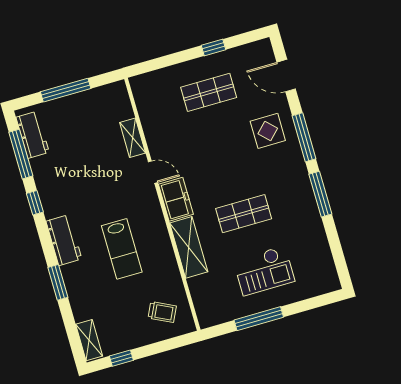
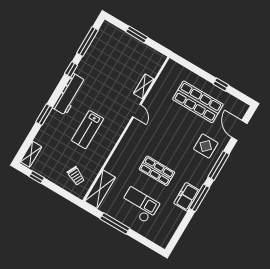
window: (66, 90) -> (137, 34), width x0.69
shop shelf: (209, 92) -> (198, 102), width x1.43, depth x1.36
workbench: (33, 135) -> (102, 39), removed
freezer: (176, 199) -> (187, 197), moved, turned 180
workbench: (64, 240) -> (69, 94), width x1.37
shelving: (189, 247) -> (100, 189), moved
checkout: (264, 271) -> (139, 205), turned 180

